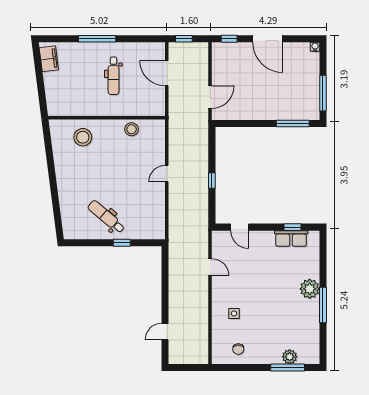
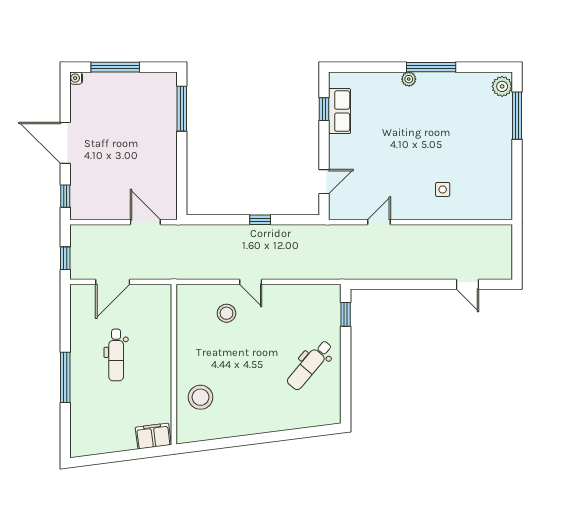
door: (268, 39) -> (65, 143), swing flipped
filing cabinet: (49, 59) -> (153, 436), moved
dental chair: (114, 76) -> (116, 355), turned 90
window: (323, 93) -> (115, 67), moved
stool: (132, 129) -> (226, 313), moved
window: (122, 243) -> (346, 314), moved
plant: (310, 289) -> (409, 79), width x0.53, depth x0.53
chair: (238, 349) -> (492, 184), removed
plant: (290, 357) -> (502, 86), moved

